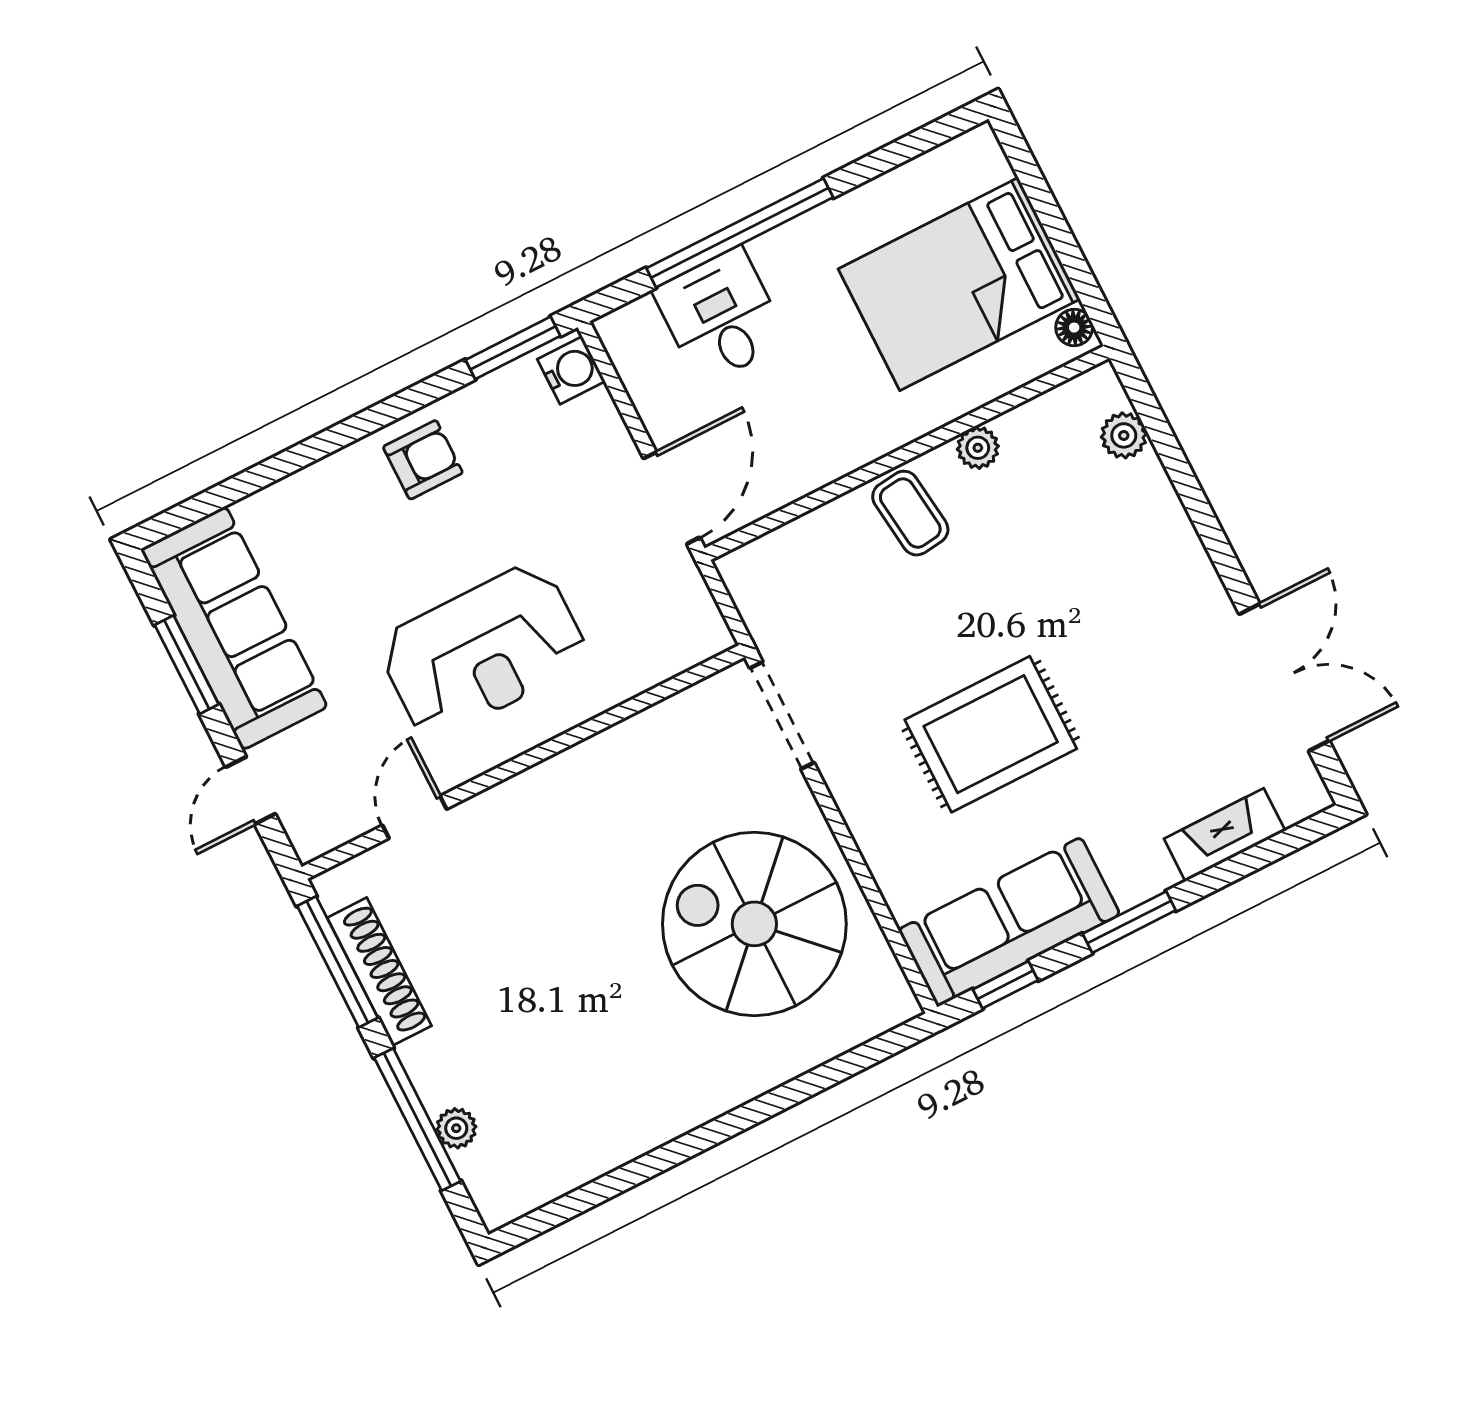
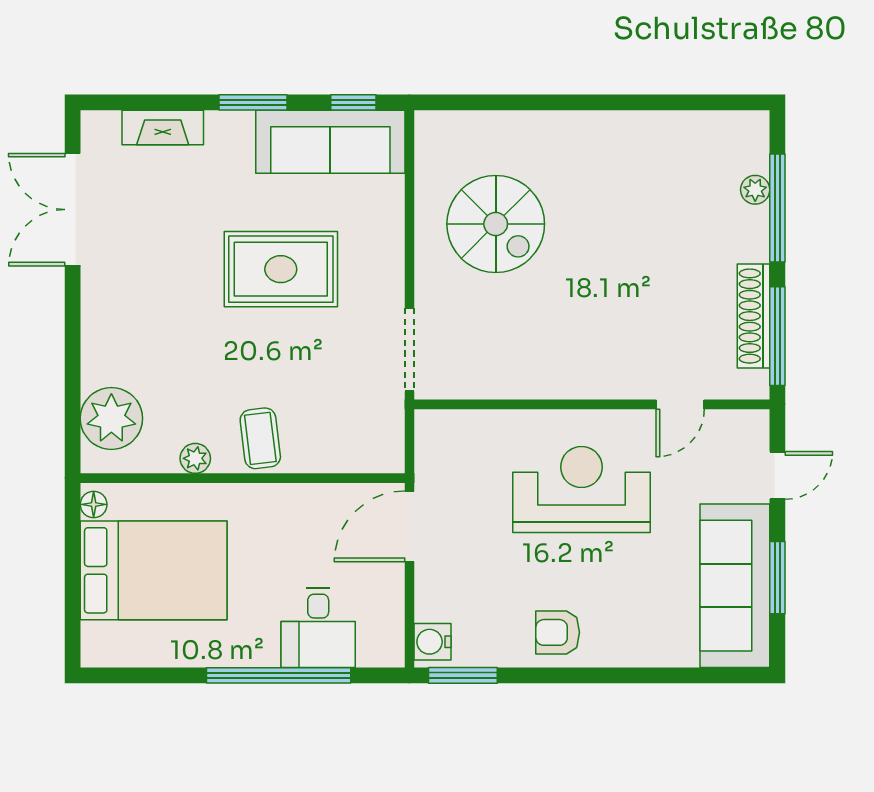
plant: (1124, 435) -> (111, 418), width x1.87, depth x1.87
spiral stairs: (754, 924) -> (496, 224), width x0.73, depth x0.73

